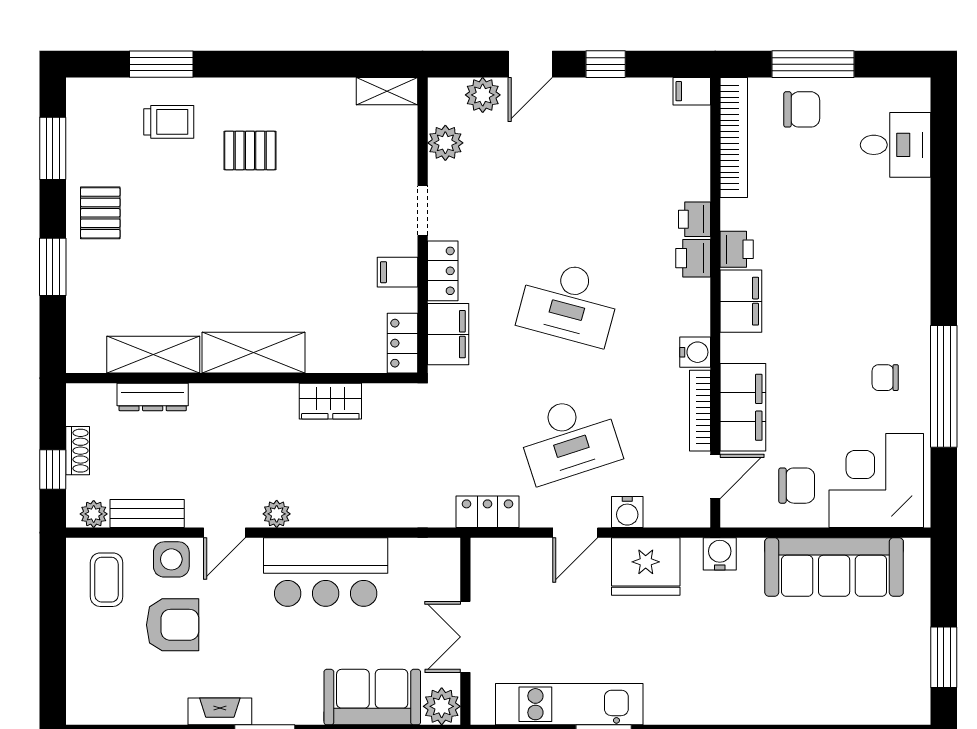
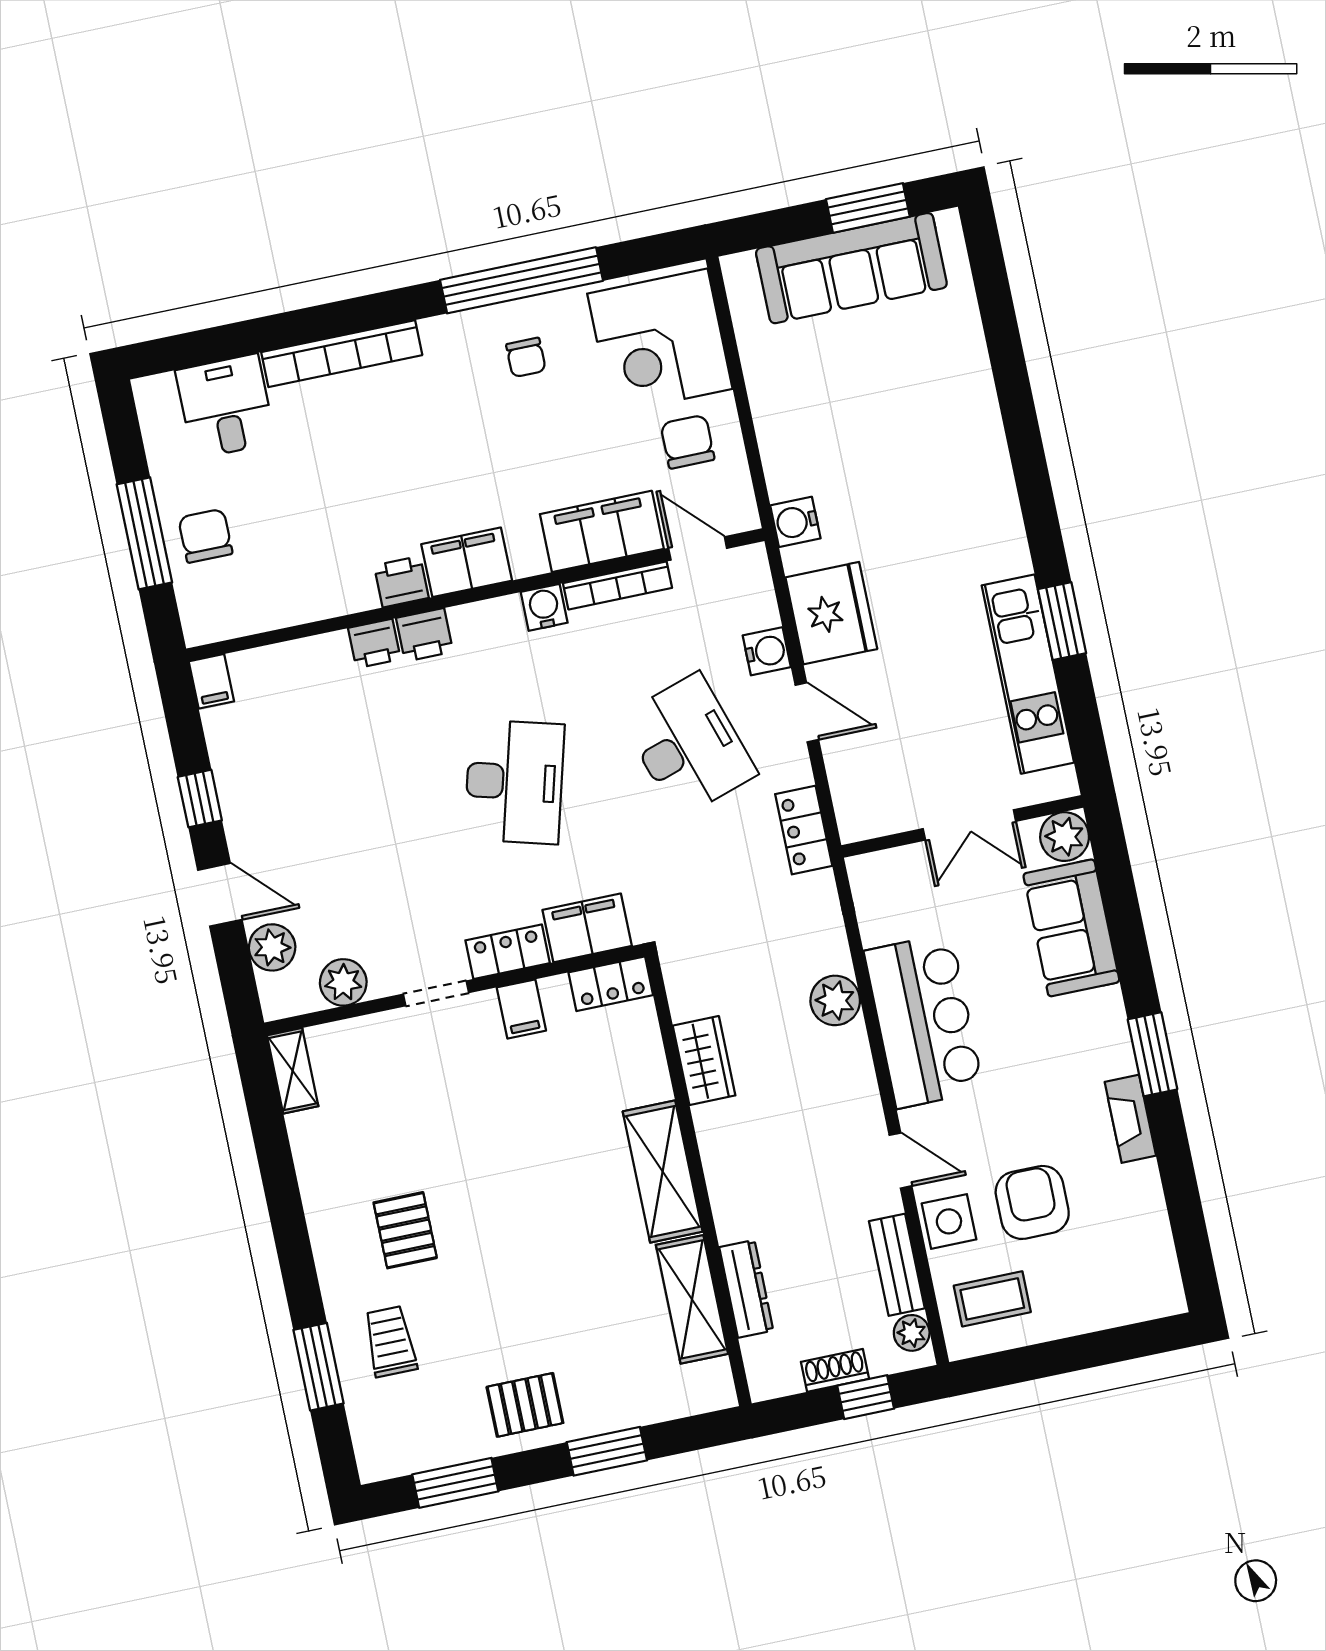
bookcase: (734, 137) -> (342, 354), moved, turned 180
plant: (277, 514) -> (835, 1000), moved, width x1.38, depth x1.38
sofa: (834, 567) -> (851, 268), moved, turned 90

